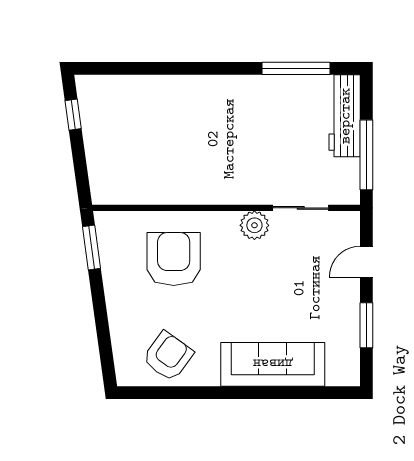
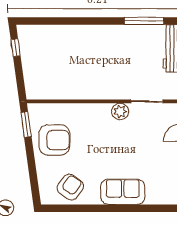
armchair: (174, 259) -> (54, 140), moved, turned 90
sofa: (273, 364) -> (123, 192), width x0.73

